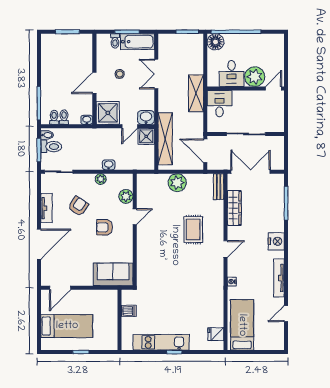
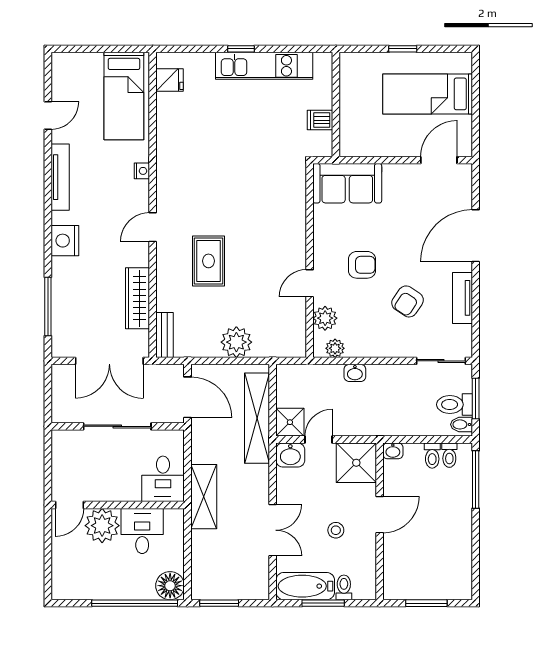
plant: (101, 179) -> (335, 348), moved

